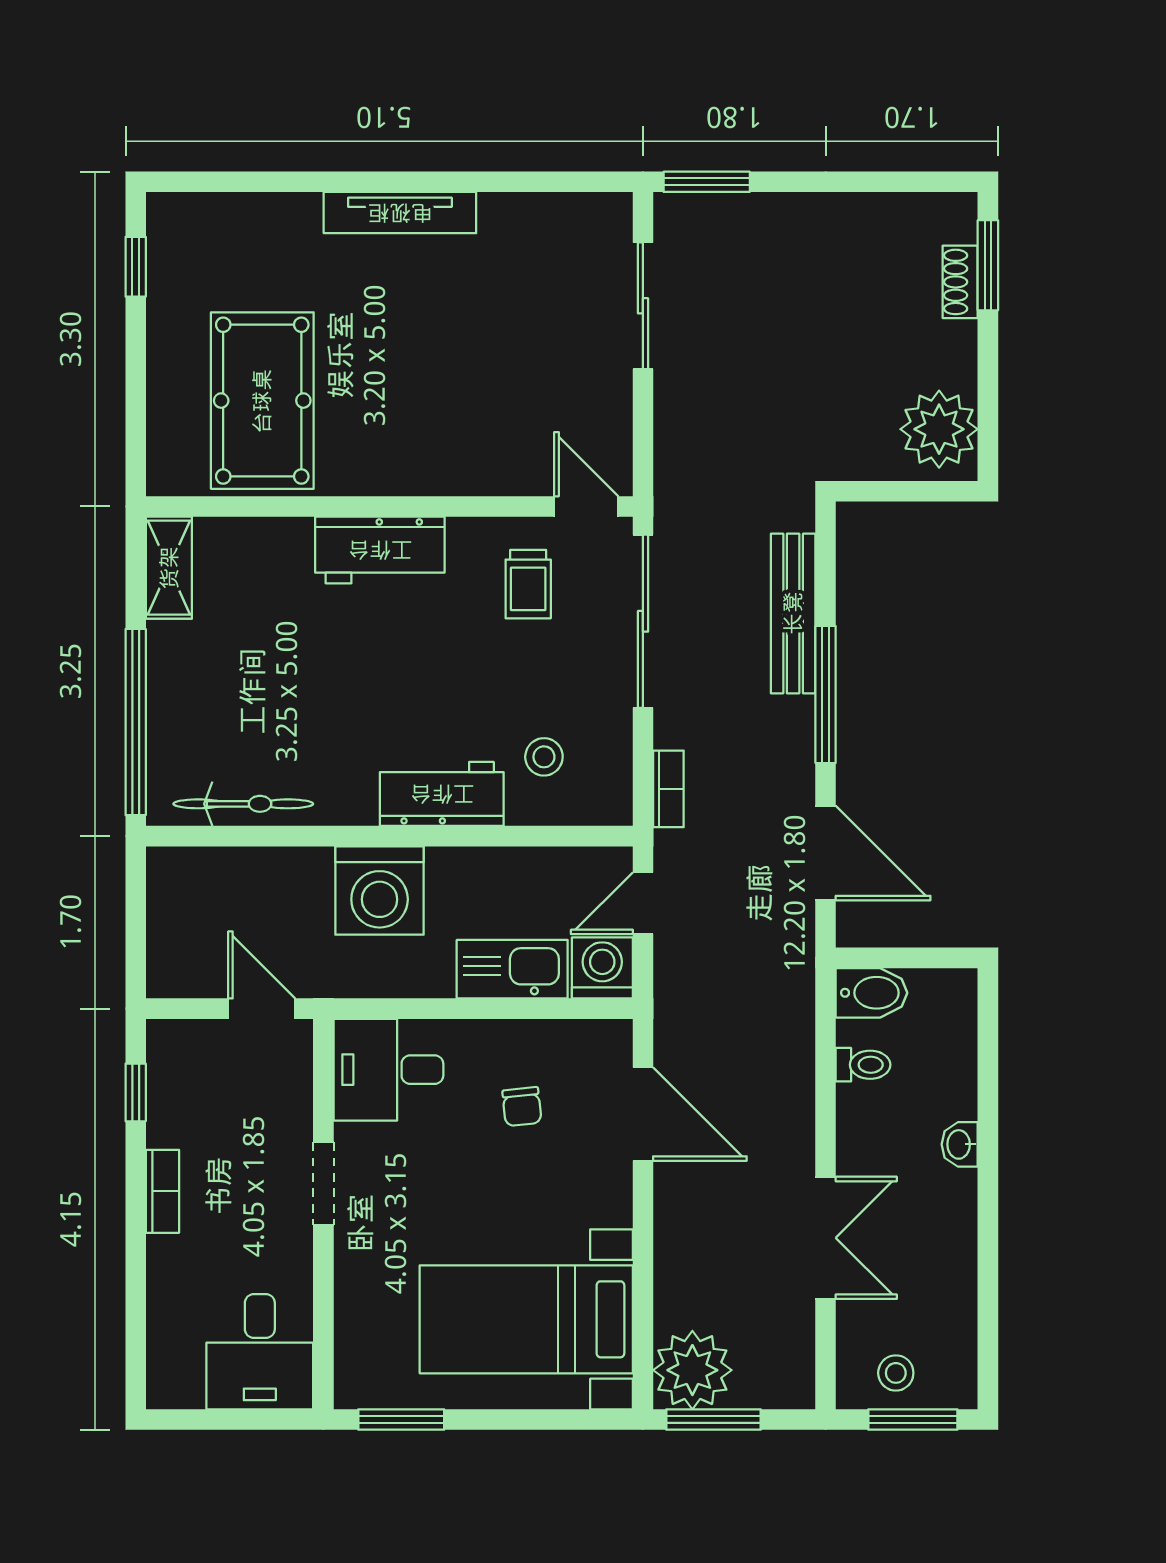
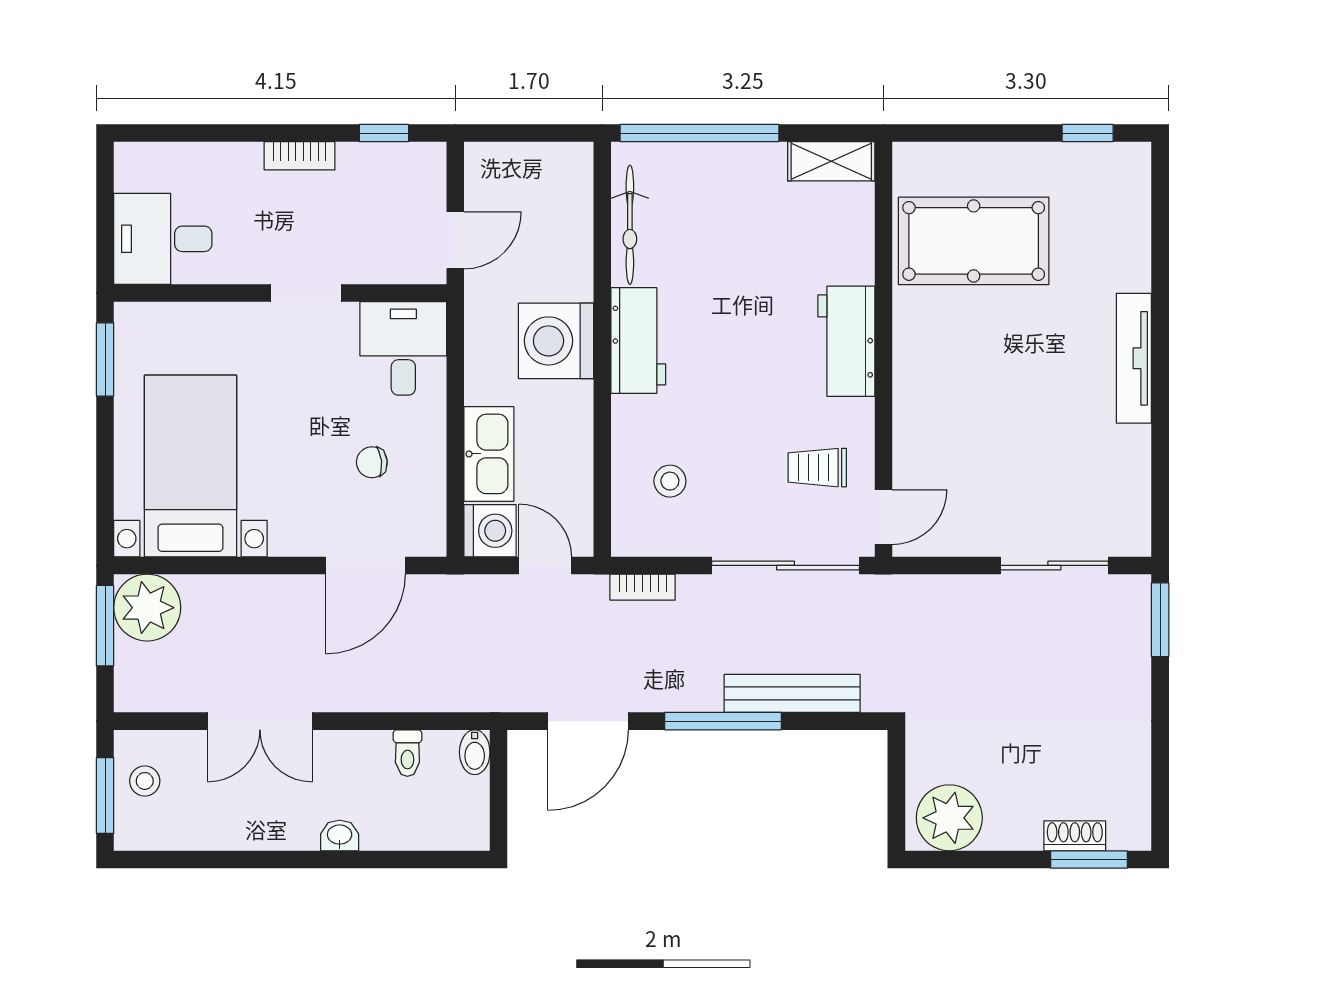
workbench: (442, 794) -> (638, 341), moved
bidet: (872, 993) -> (475, 752), width x0.72, depth x0.74

